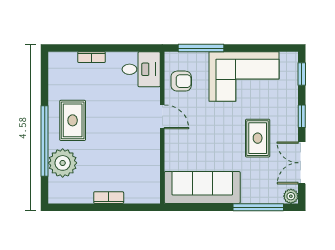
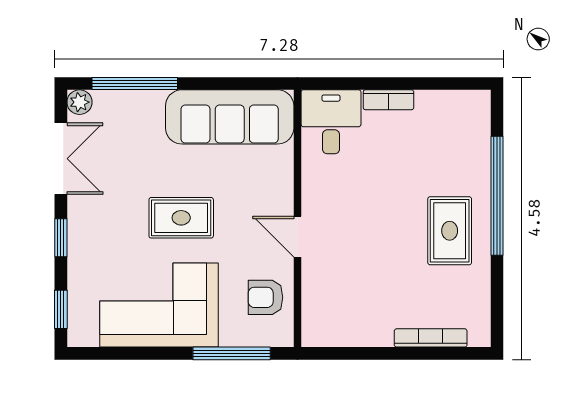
bookcase: (91, 57) -> (431, 338), width x1.56
desk: (141, 69) -> (331, 122), moved, turned 90
rug: (258, 138) -> (181, 218), moved, turned 90
plant: (63, 163) -> (467, 158), removed

